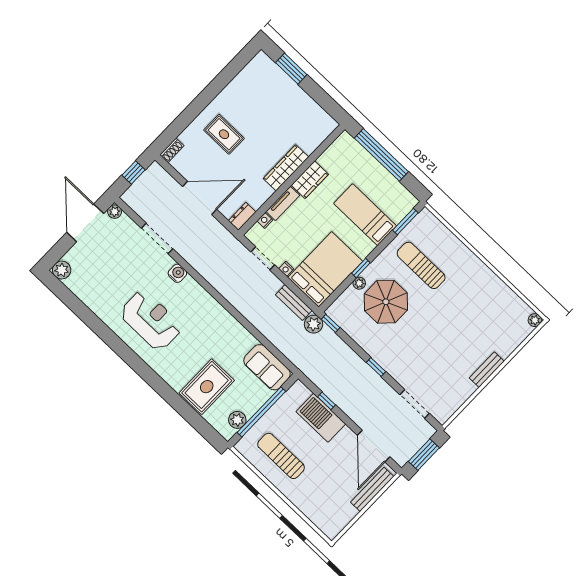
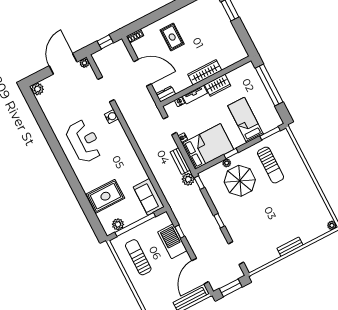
sun lounger: (421, 265) -> (271, 165), turned 180

